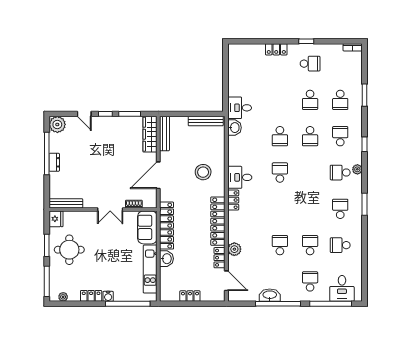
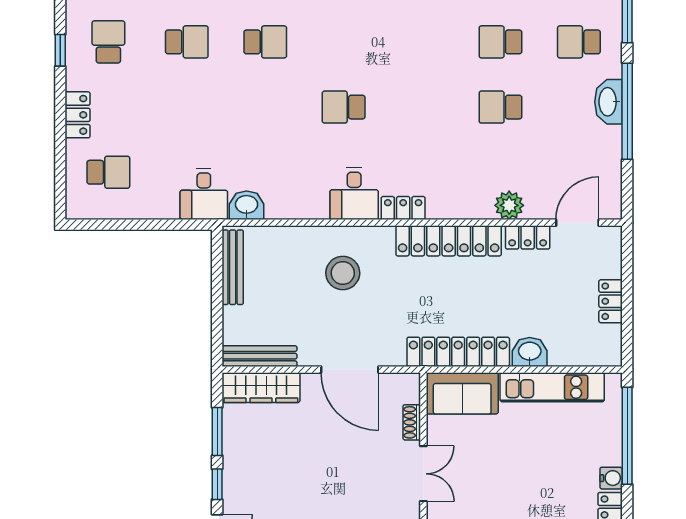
school desk: (280, 136) -> (108, 172), moved
washbasin: (270, 295) -> (608, 102), moved

